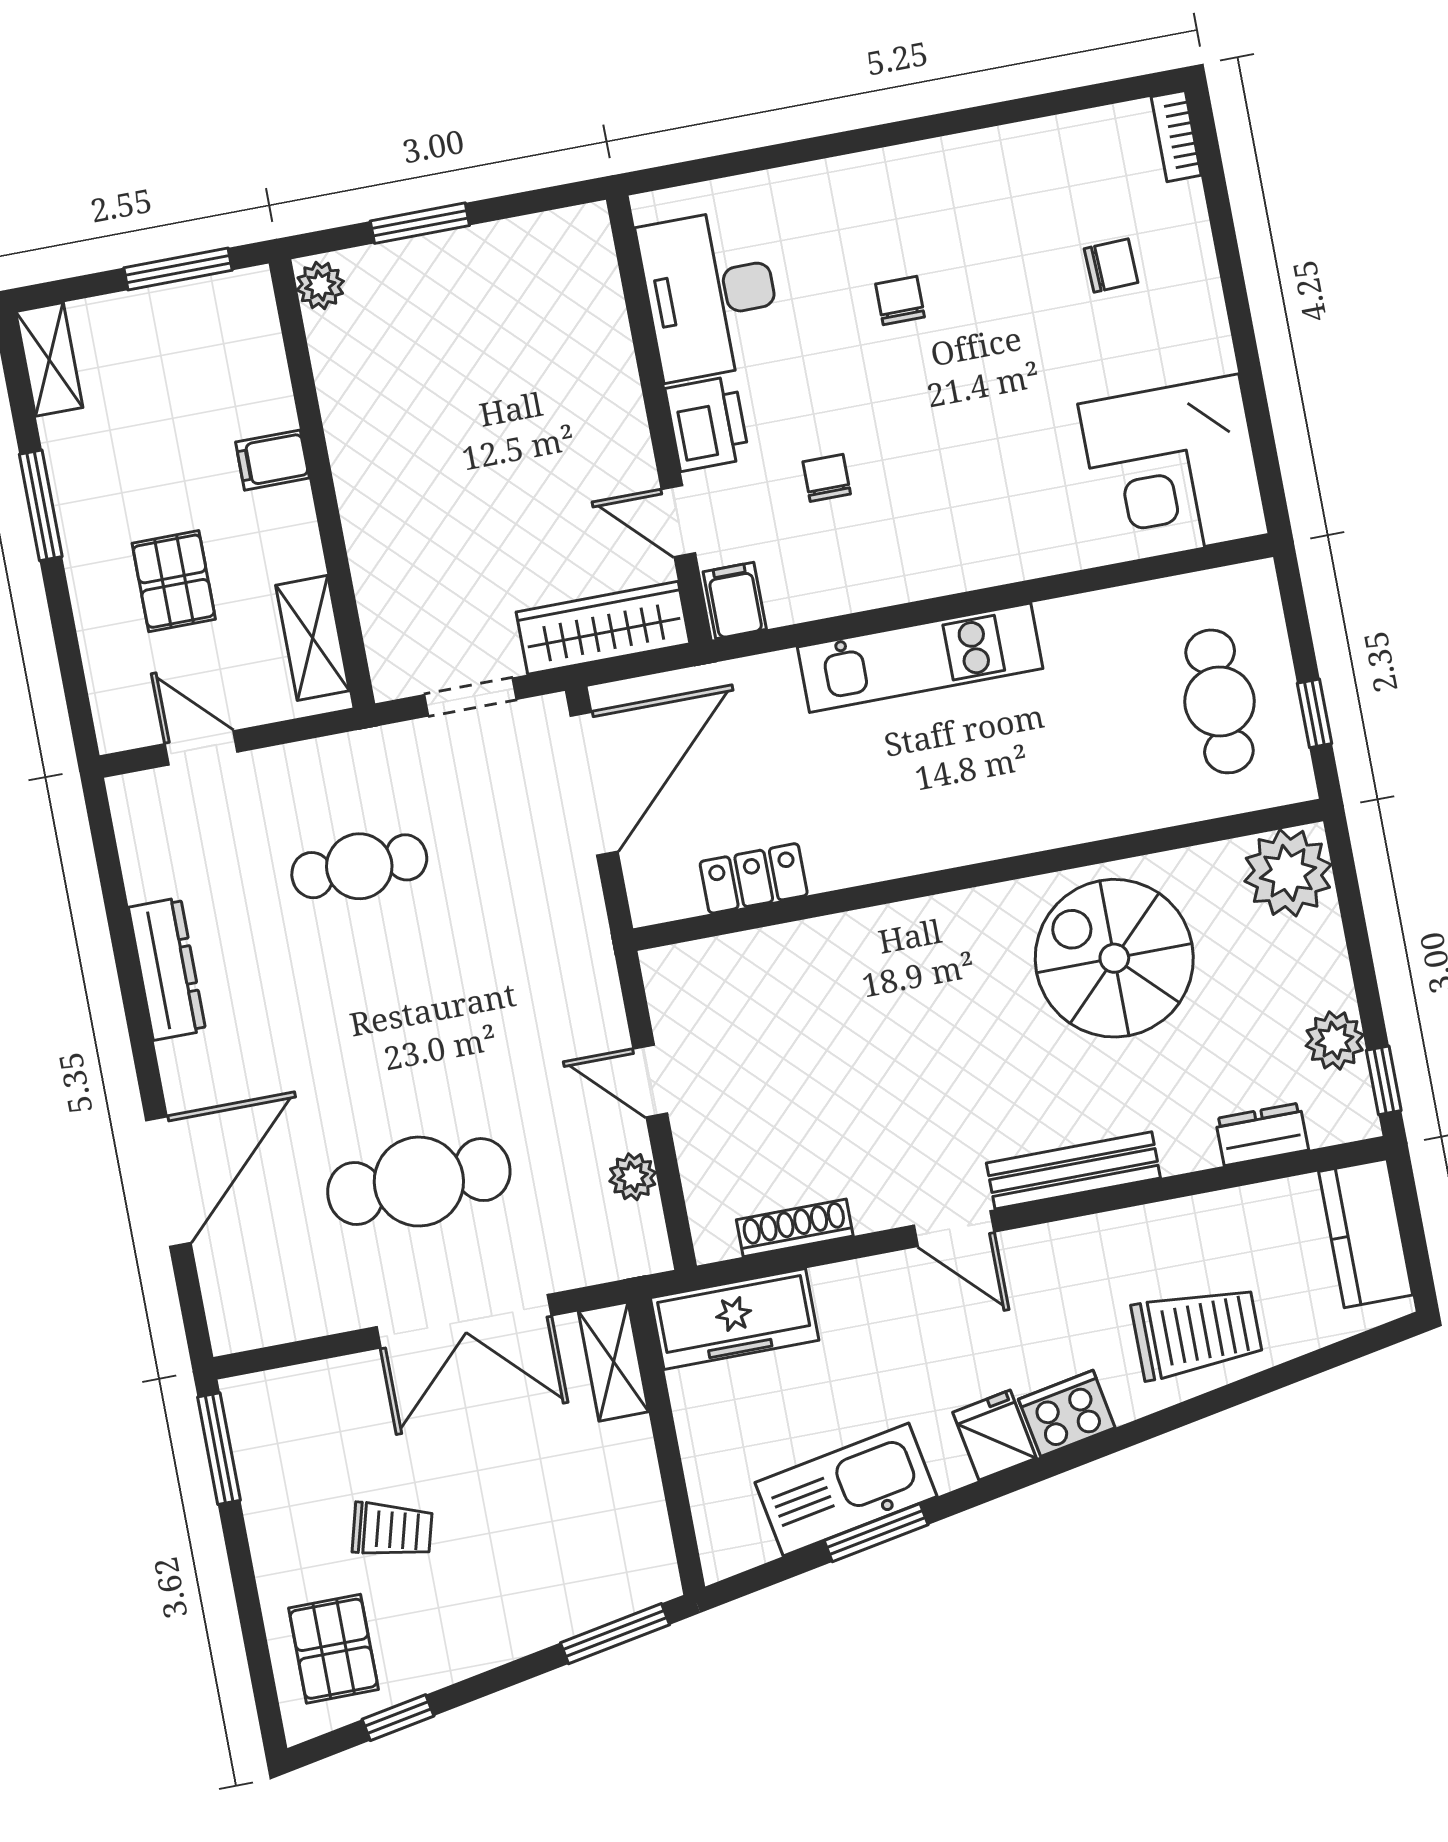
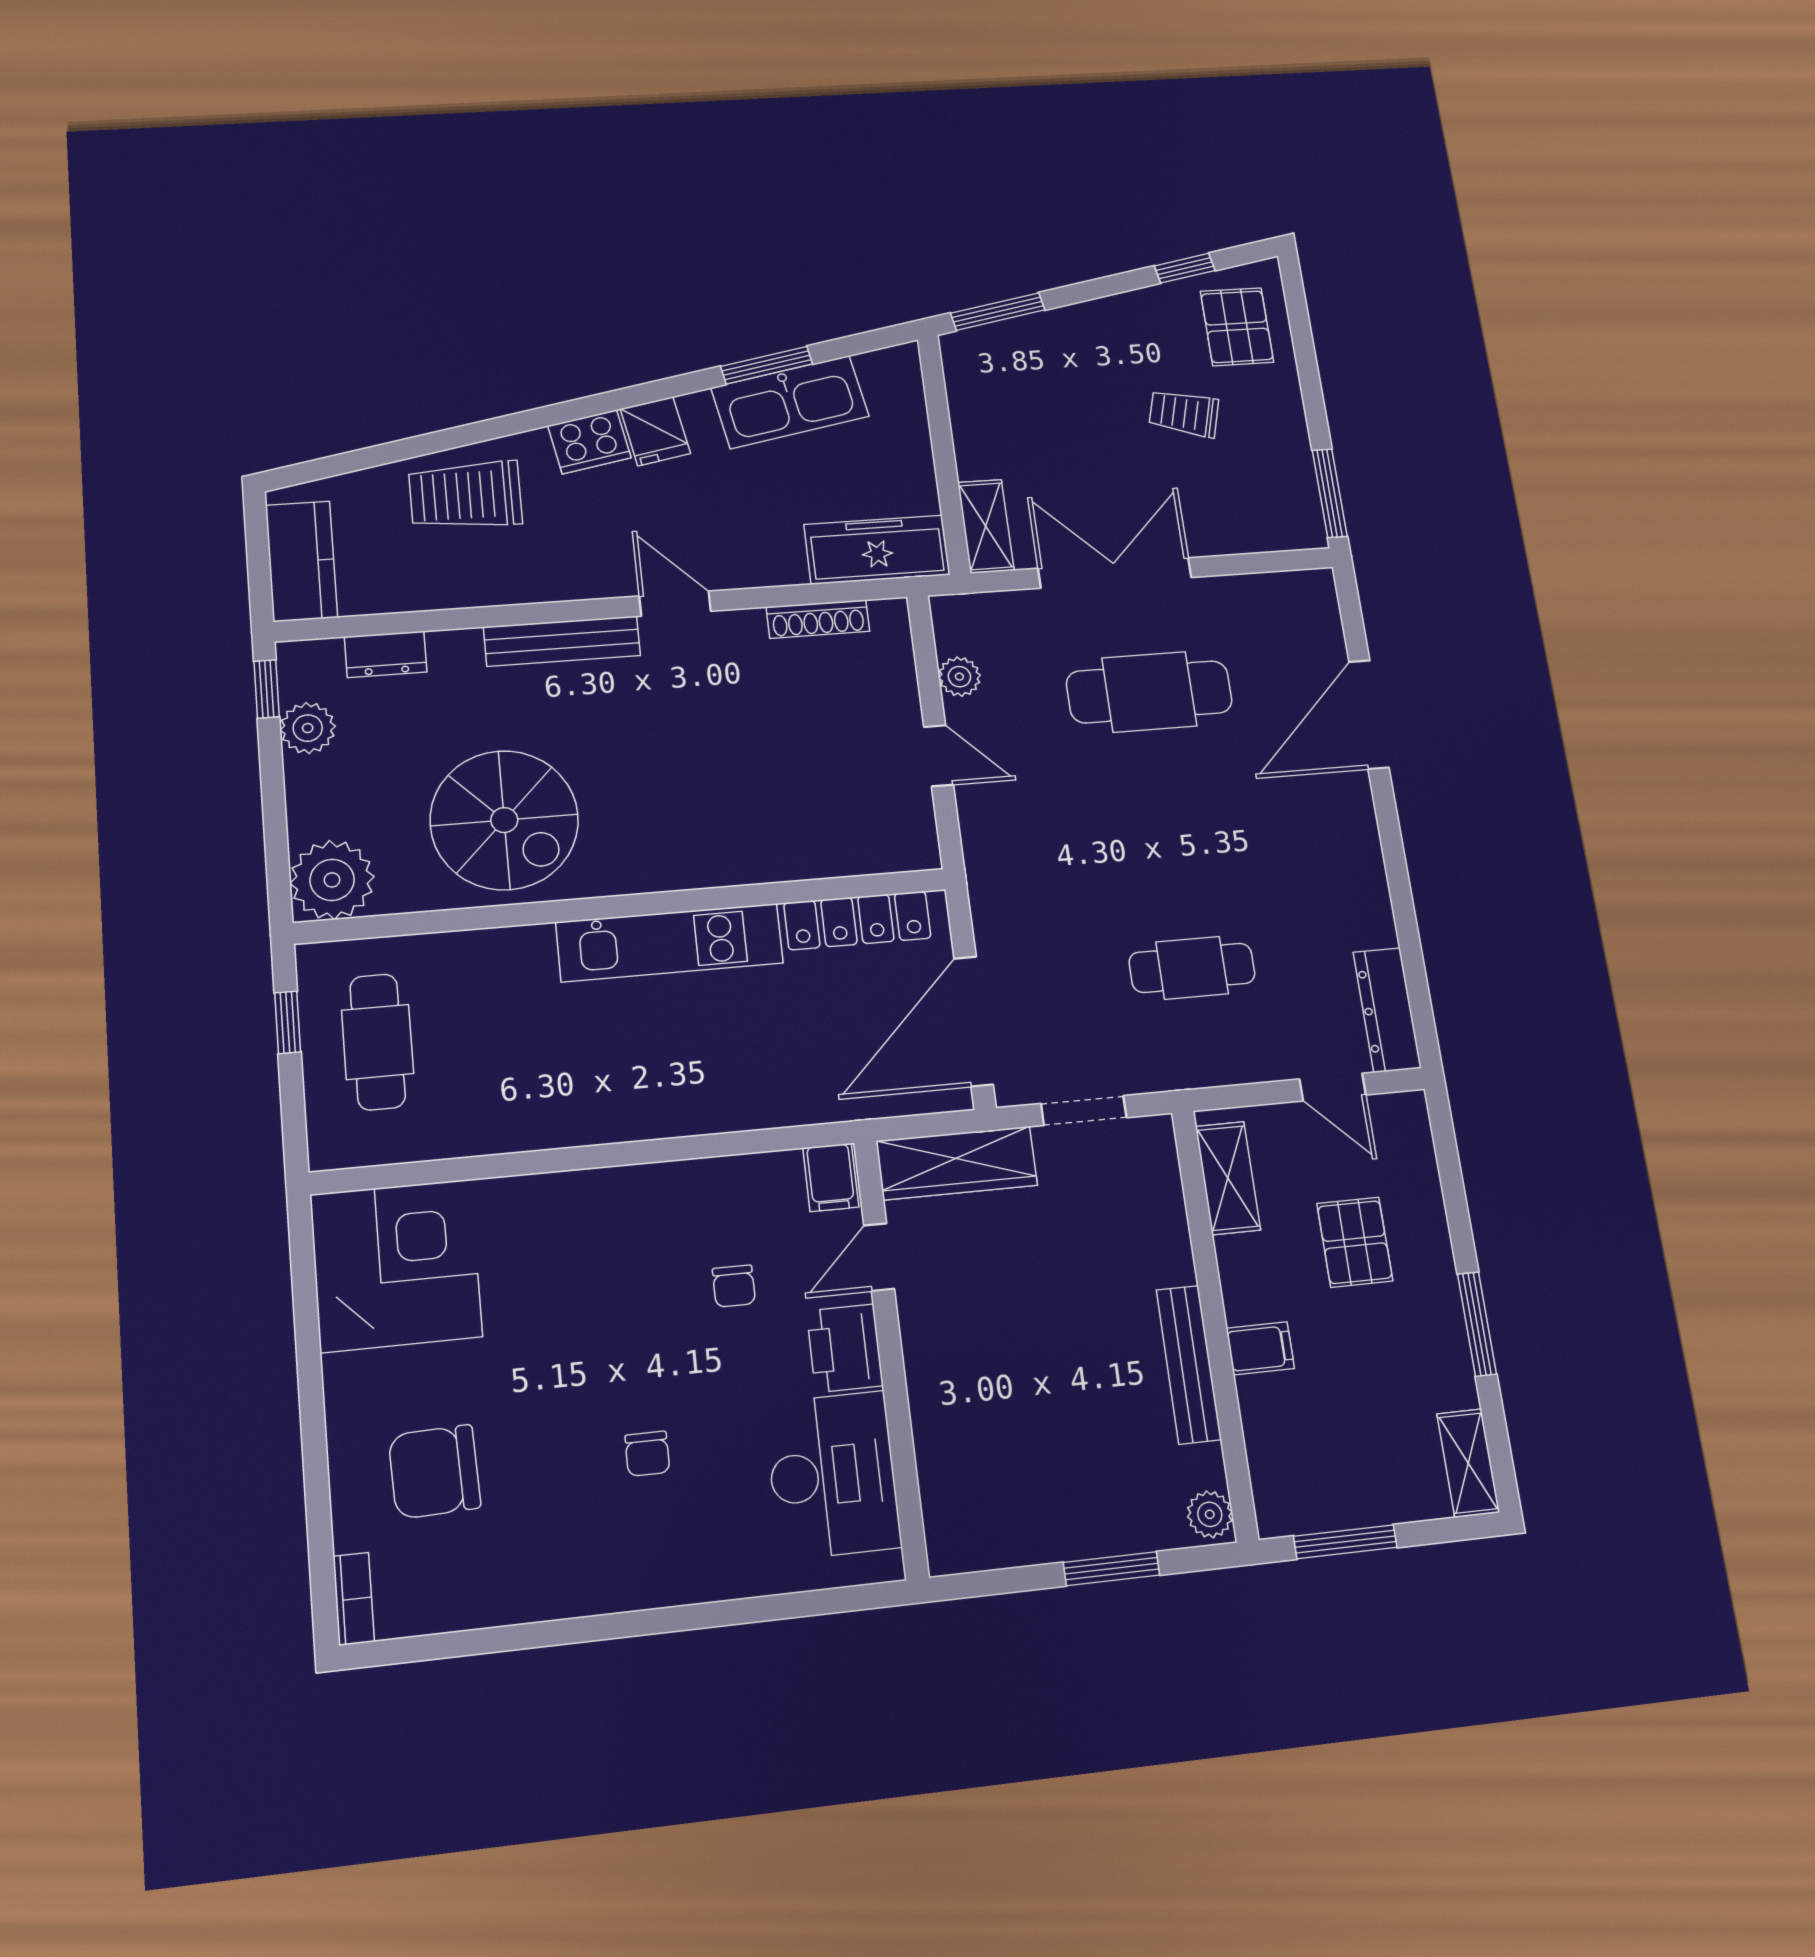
chair: (1111, 266) -> (434, 1472), width x1.87, depth x1.87
bench: (348, 437) -> (1189, 1364), added
door: (678, 521) -> (879, 1257), swing flipped
kitchen unit: (920, 658) -> (670, 943), moved, turned 180
locker: (754, 878) -> (857, 921), width x1.53
dresser: (167, 969) -> (1387, 1010), moved

